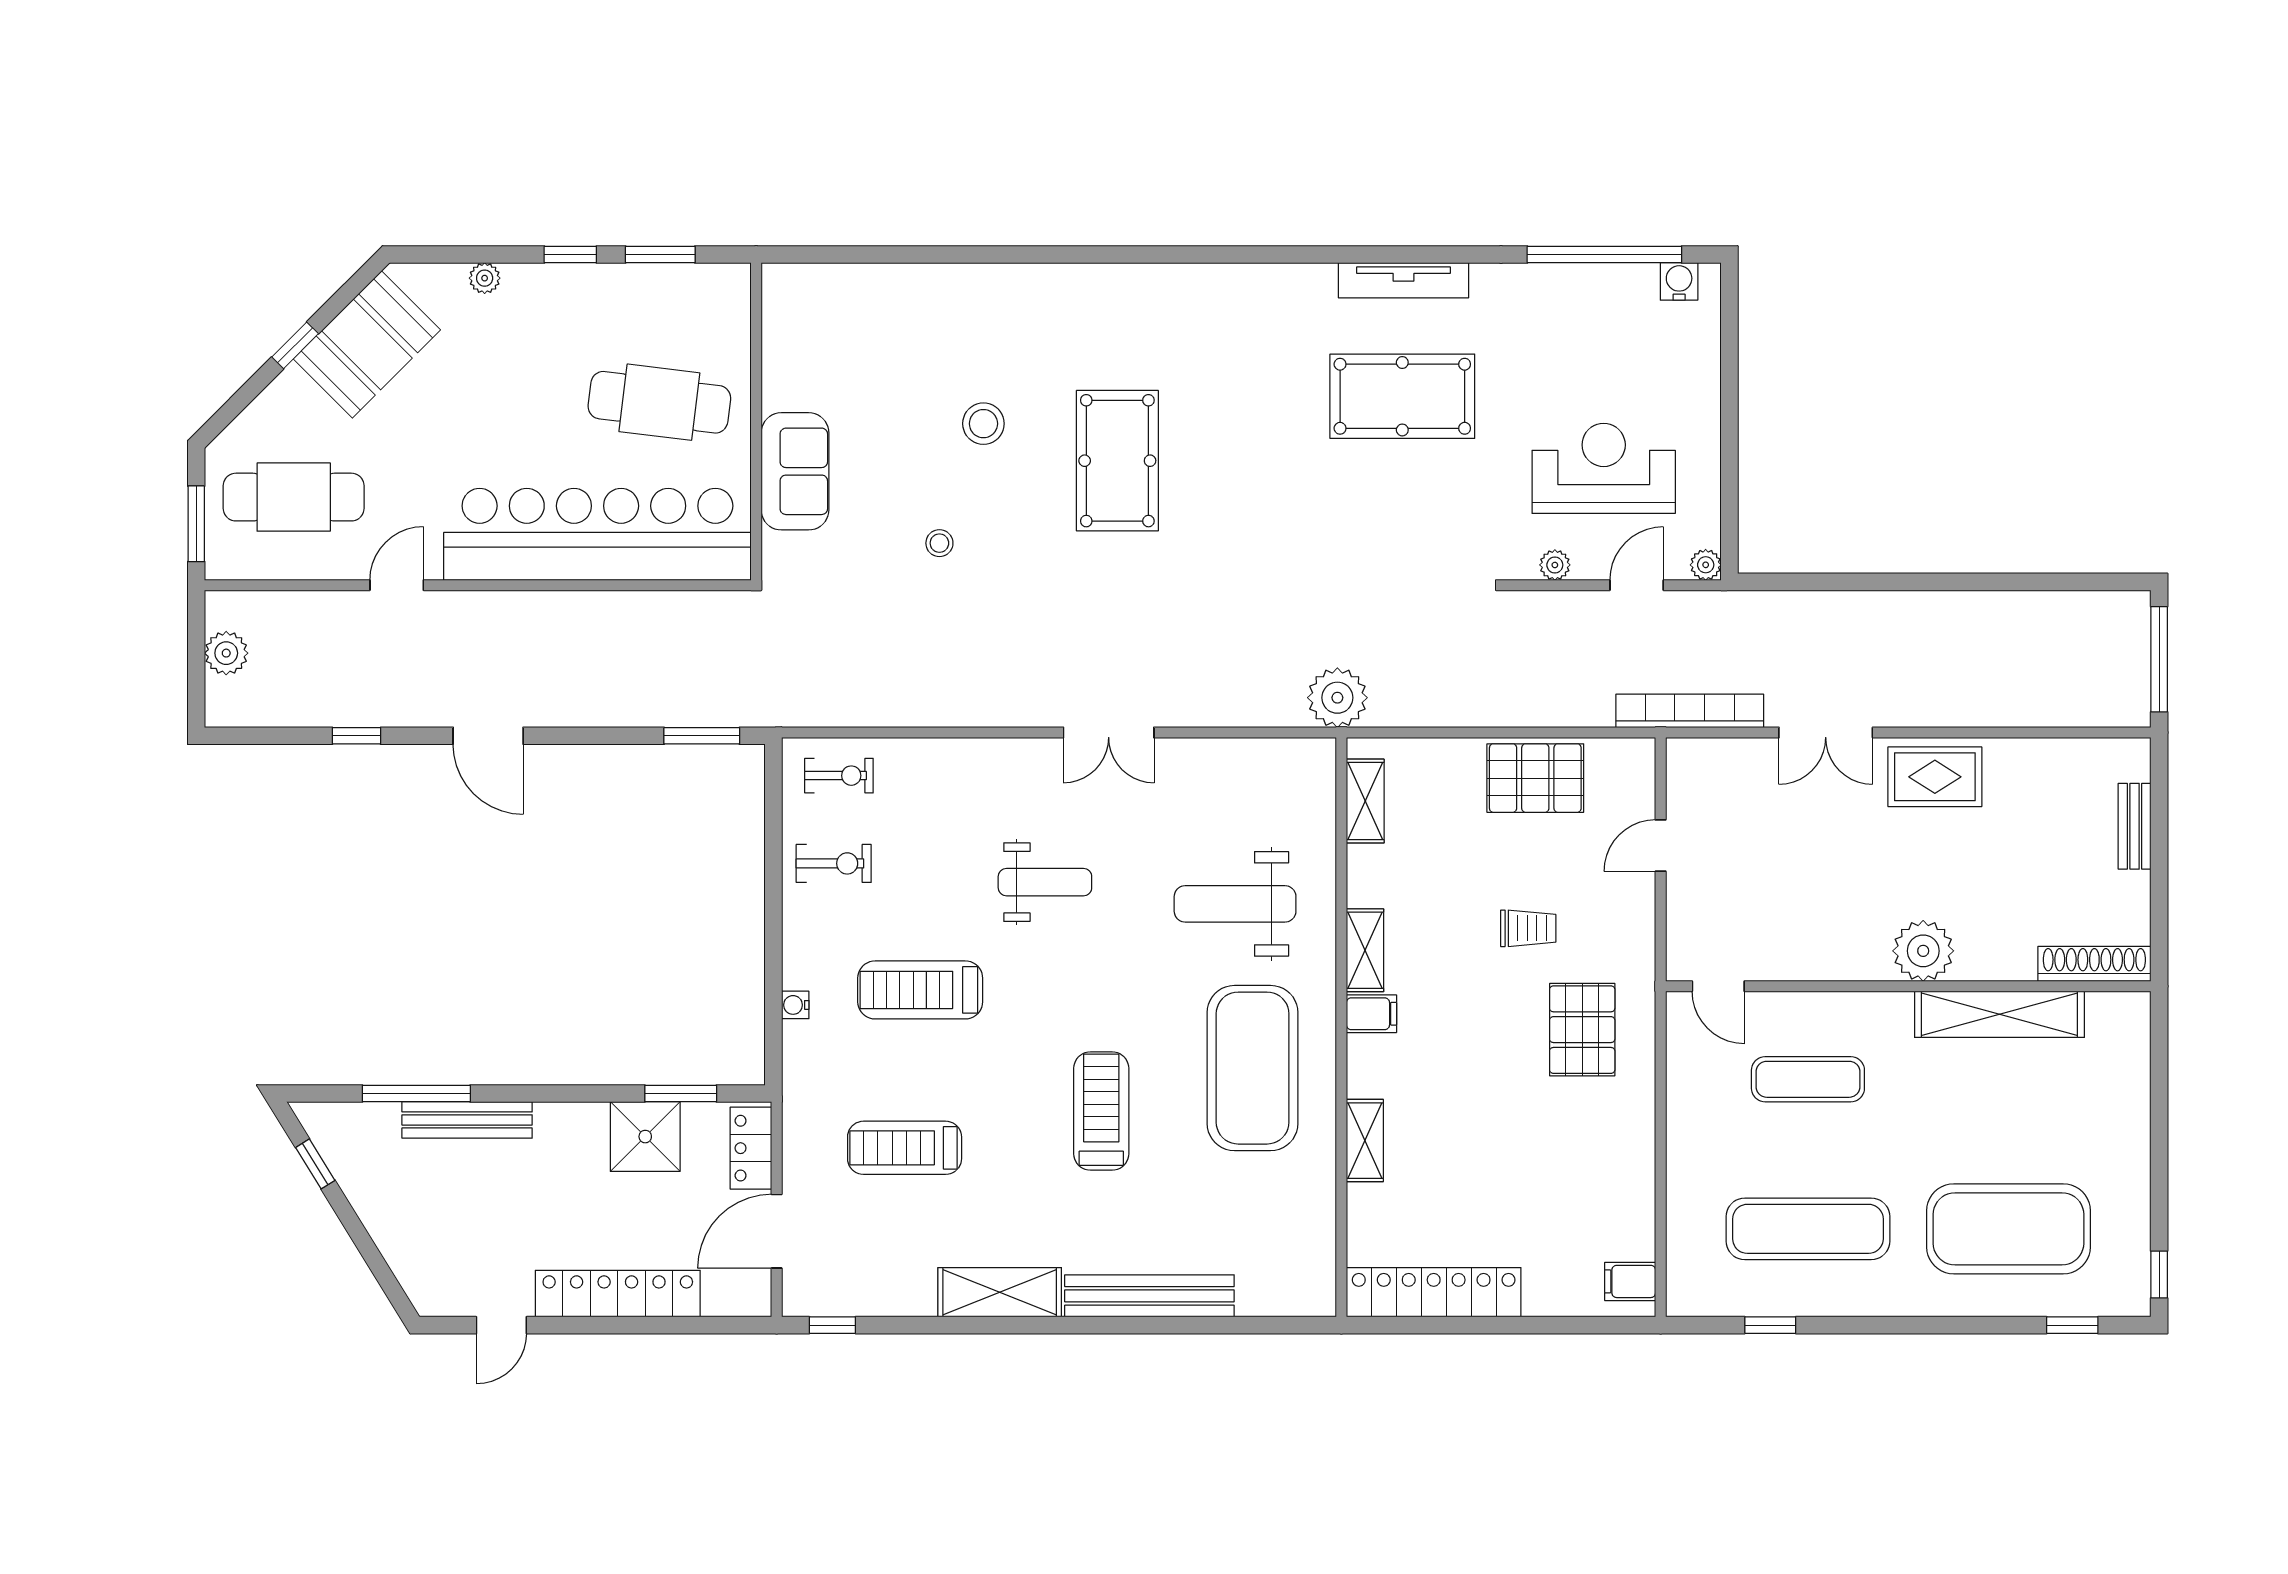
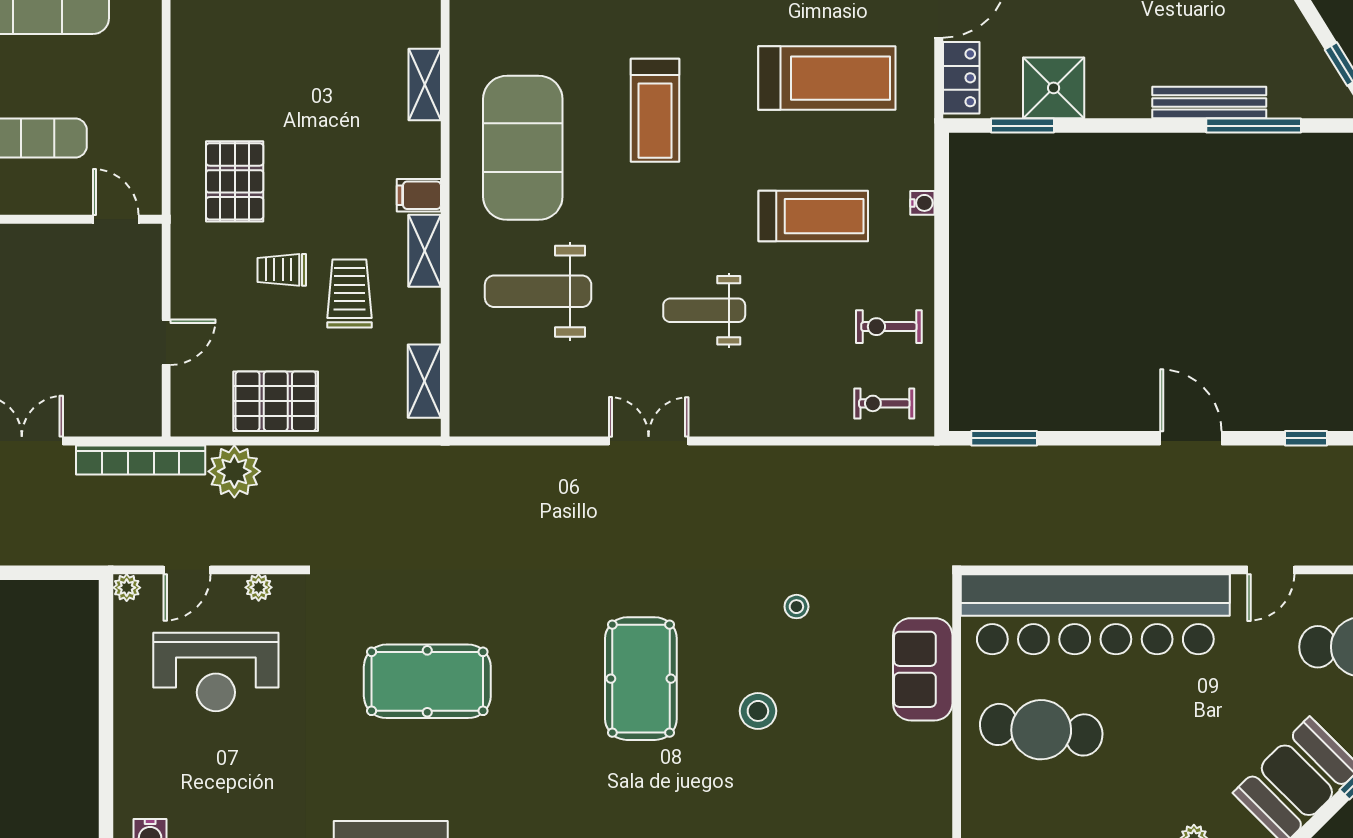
pool table: (1402, 396) -> (427, 681), moved
plant: (1337, 698) -> (234, 471), moved
trolley: (1451, 901) -> (349, 294), added
weight bench: (1235, 904) -> (538, 291), turned 180
treadmill: (905, 1148) -> (827, 78), width x1.37, depth x1.38

